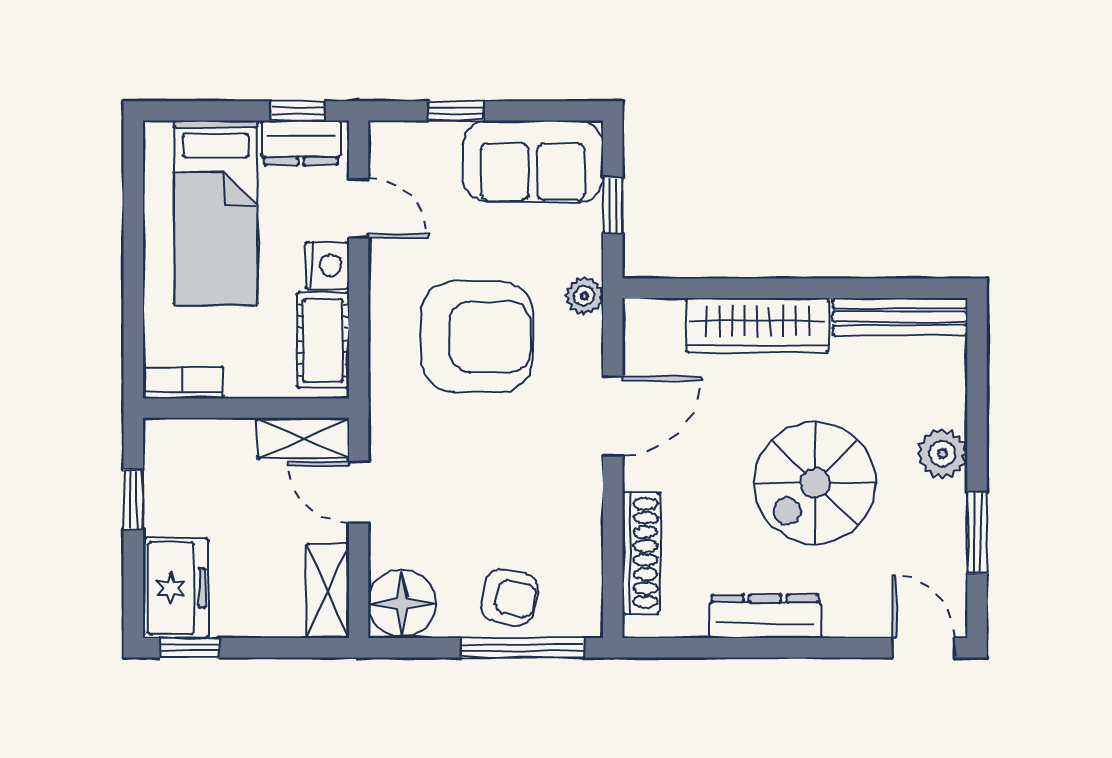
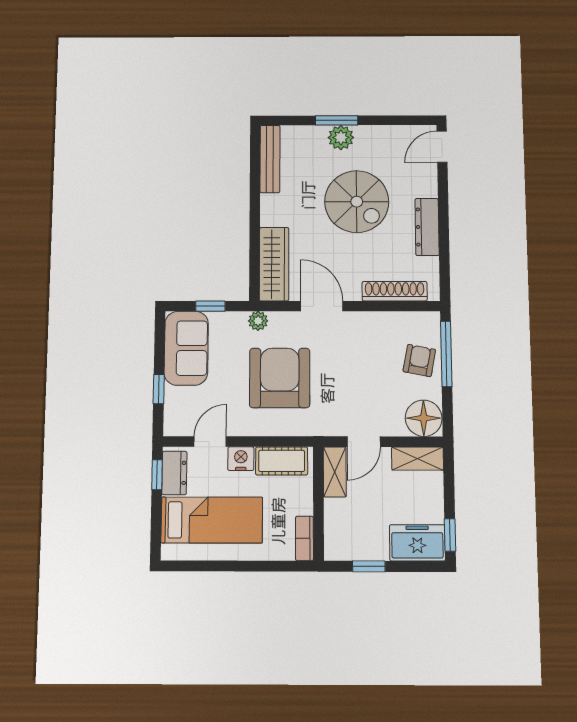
wardrobe: (758, 325) -> (274, 264), moved
window: (977, 533) -> (337, 120), moved

